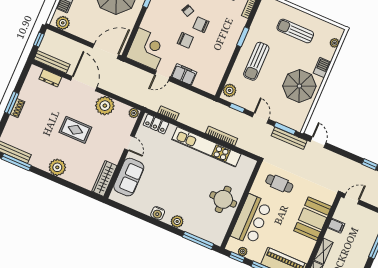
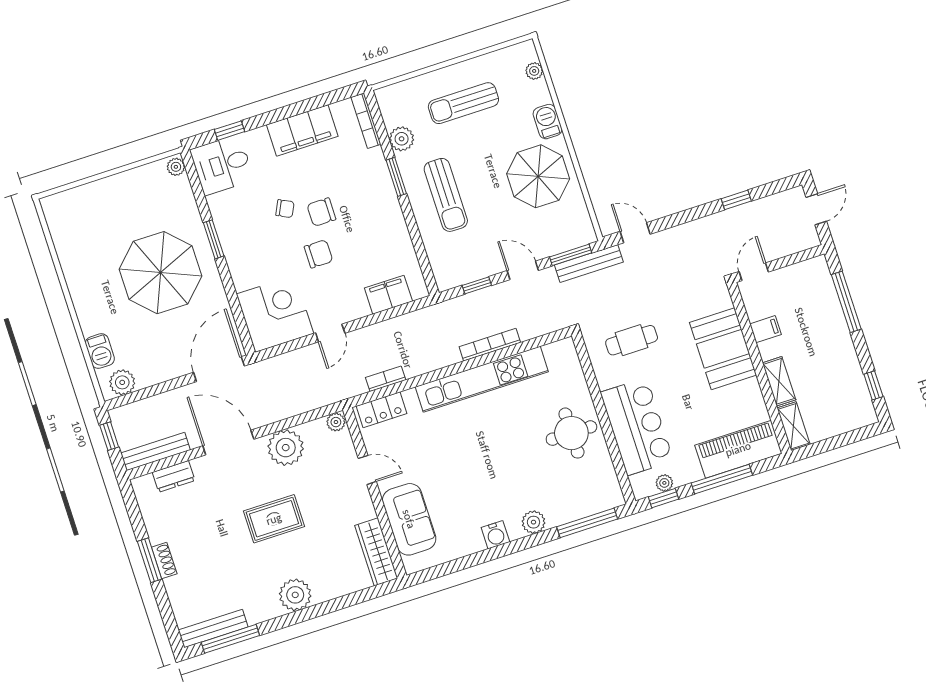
filing cabinet: (184, 74) -> (388, 295), moved
plant: (230, 90) -> (402, 139), moved

